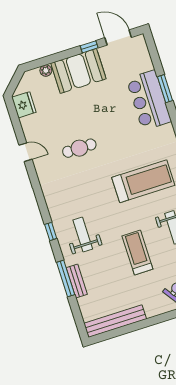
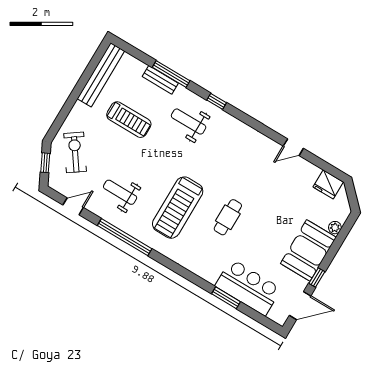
bar counter: (149, 100) -> (248, 287), moved
cafe table: (79, 148) -> (228, 217), moved
weight bench: (83, 235) -> (189, 121), turned 180
treadmill: (137, 253) -> (129, 120), moved

